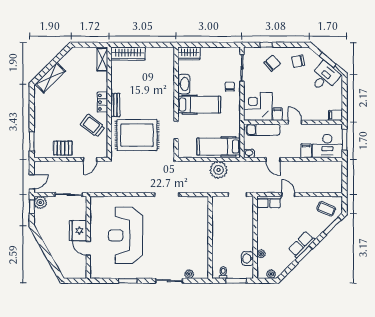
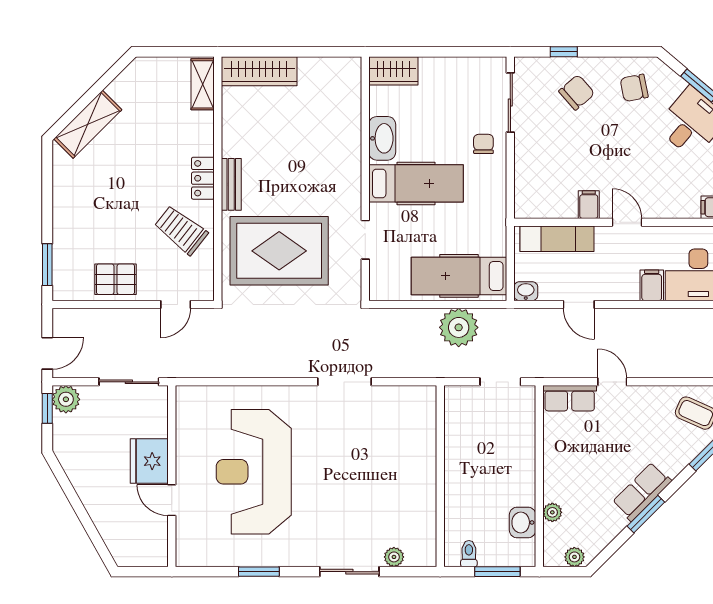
corner desk: (258, 106) -> (545, 187), removed

